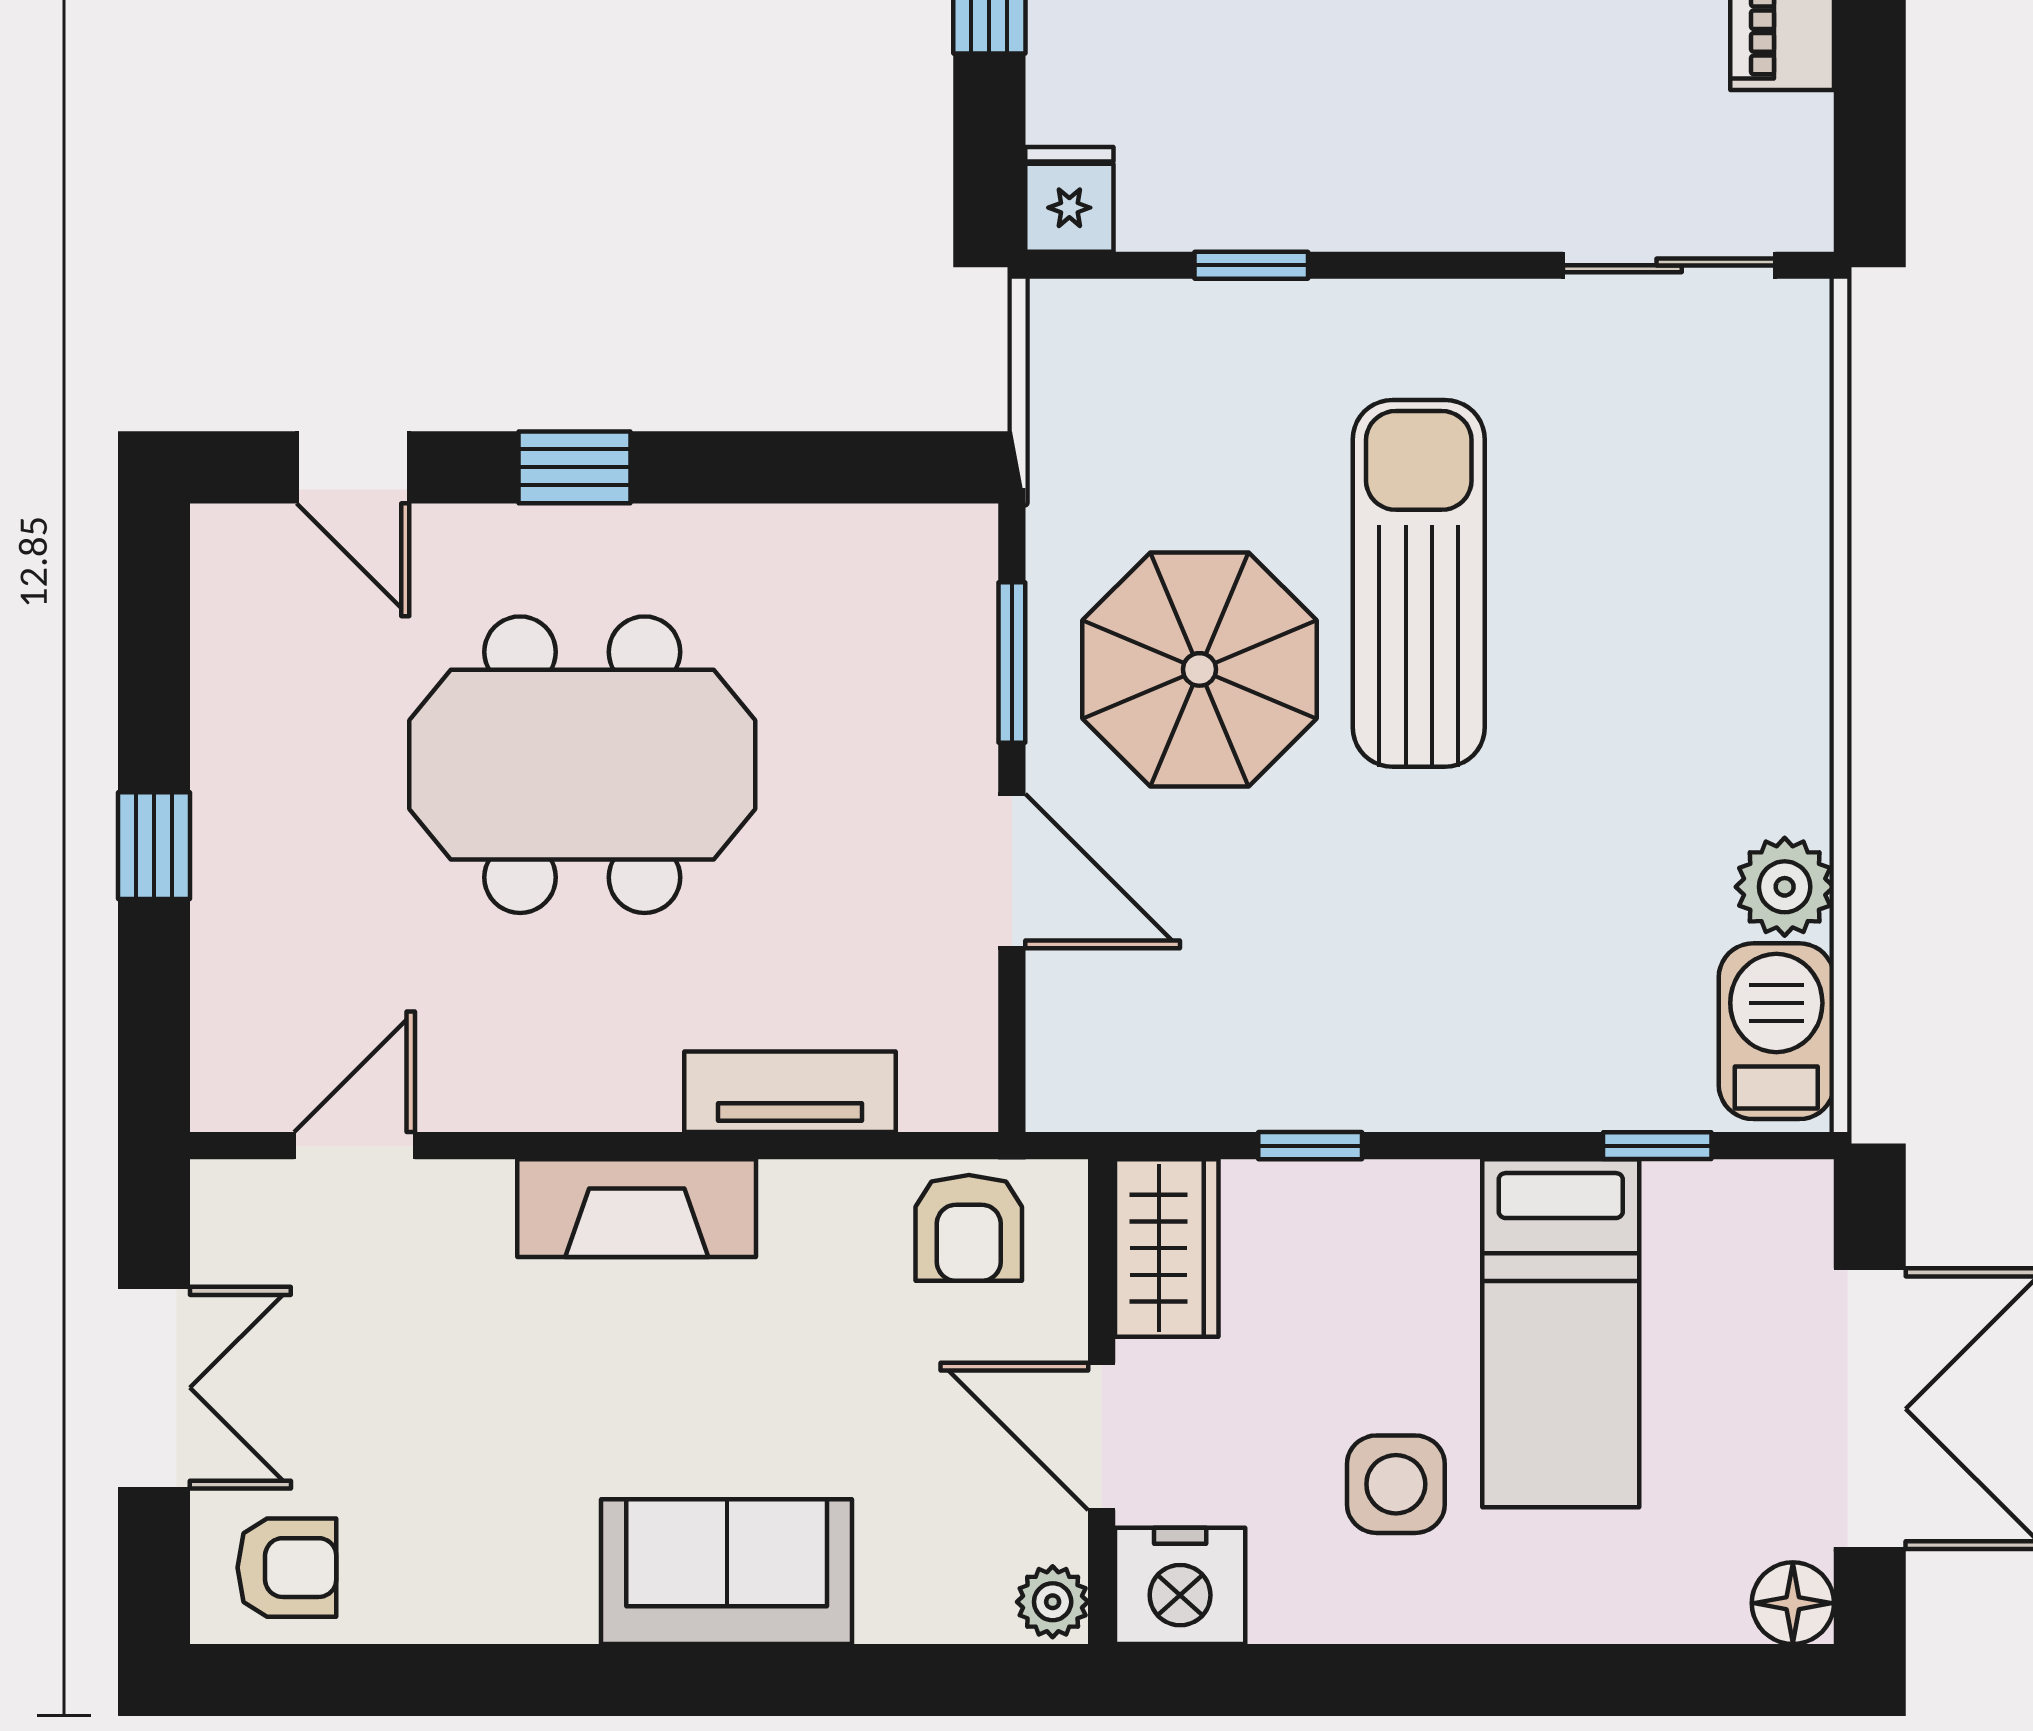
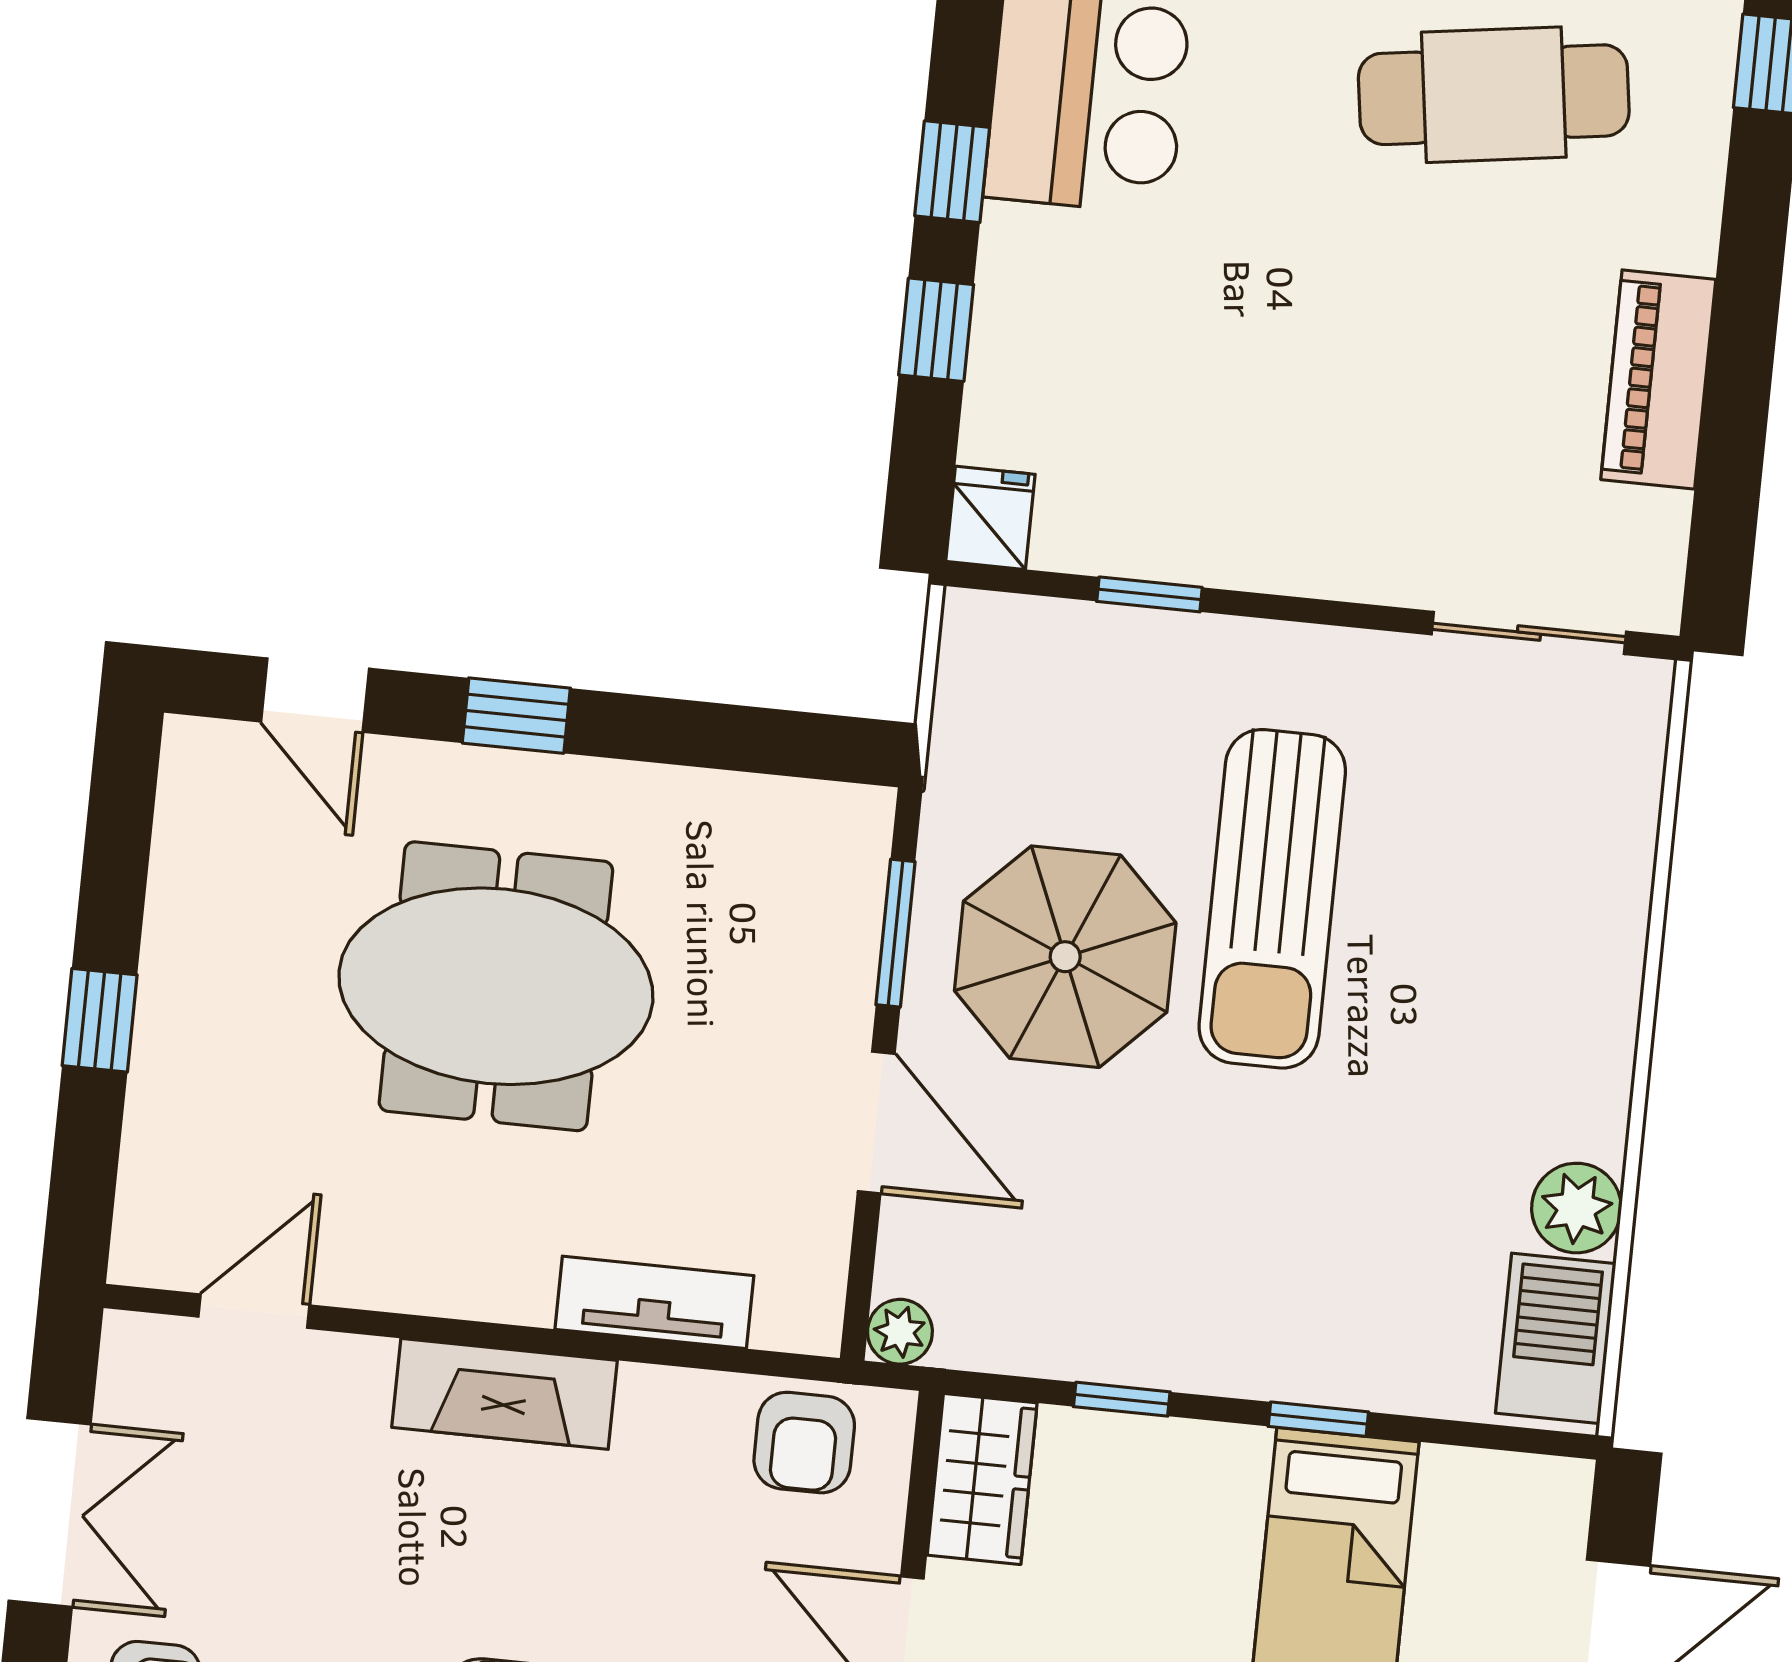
sun lounger: (1419, 583) -> (1272, 899), turned 180
plant: (1061, 1097) -> (900, 1332), added
window: (1657, 1146) -> (1318, 1419), moved

